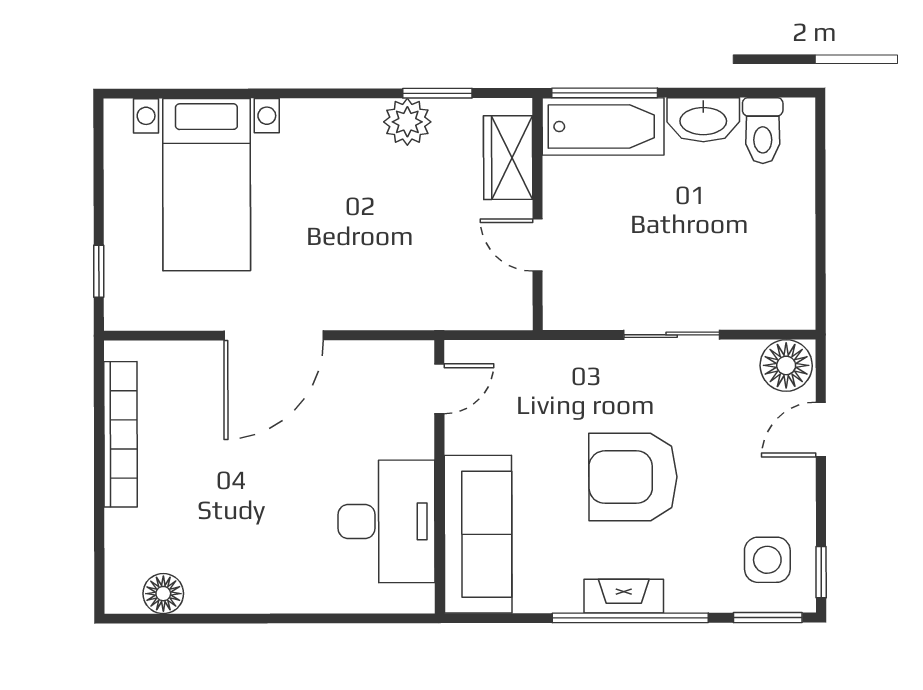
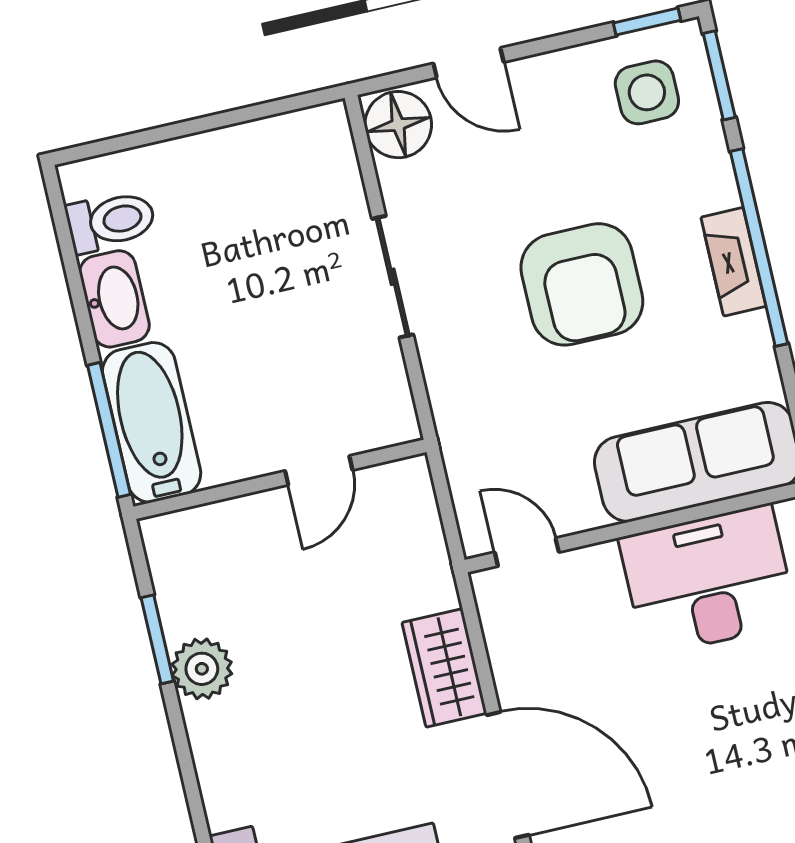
wardrobe: (508, 158) -> (444, 668), moved, turned 90

